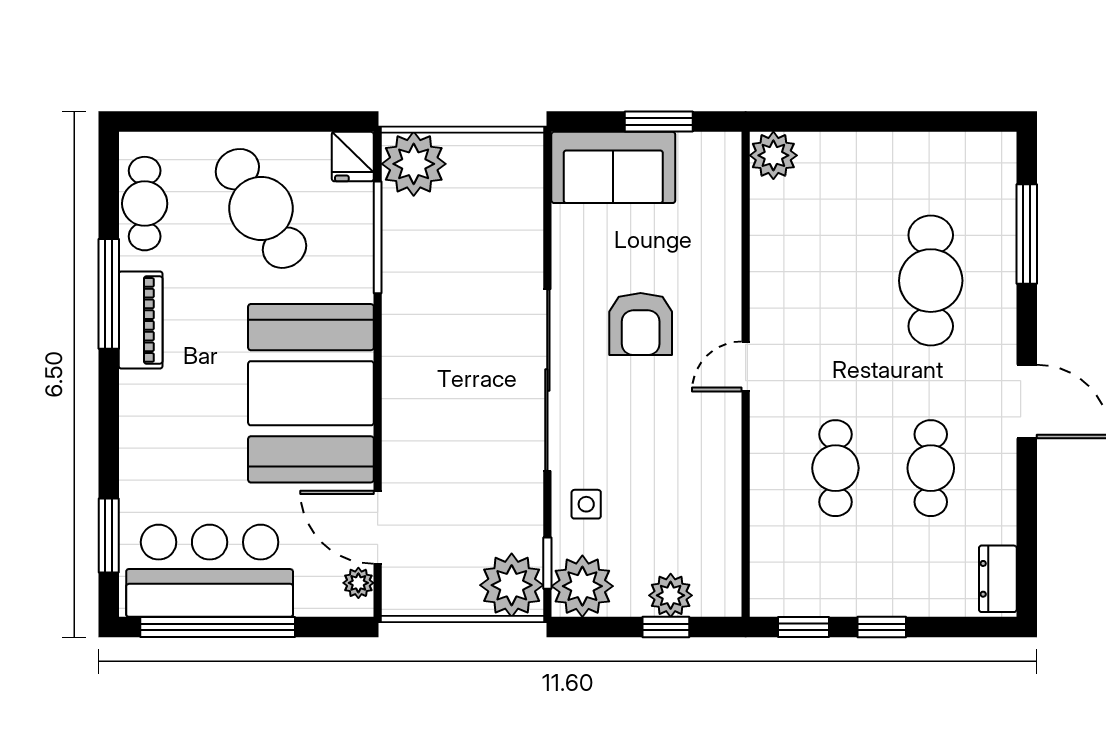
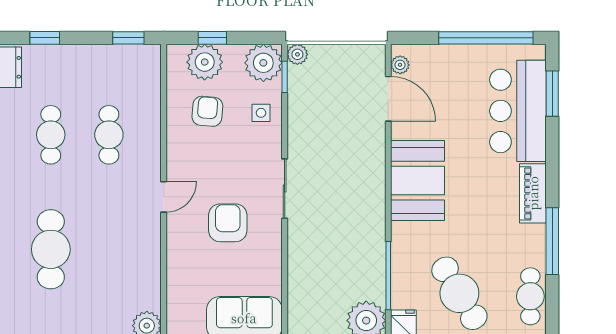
piano: (141, 320) -> (533, 193), moved
sliding door: (547, 380) -> (285, 189), width x0.54
booth: (311, 393) -> (418, 181), width x0.73, depth x0.70
armchair: (674, 507) -> (207, 111), added
bar counter: (210, 571) -> (518, 111), moved, turned 90
plant: (512, 585) -> (297, 54), width x0.53, depth x0.53
plant: (671, 595) -> (205, 62), width x1.36, depth x1.36
window: (882, 627) -> (45, 38), moved

